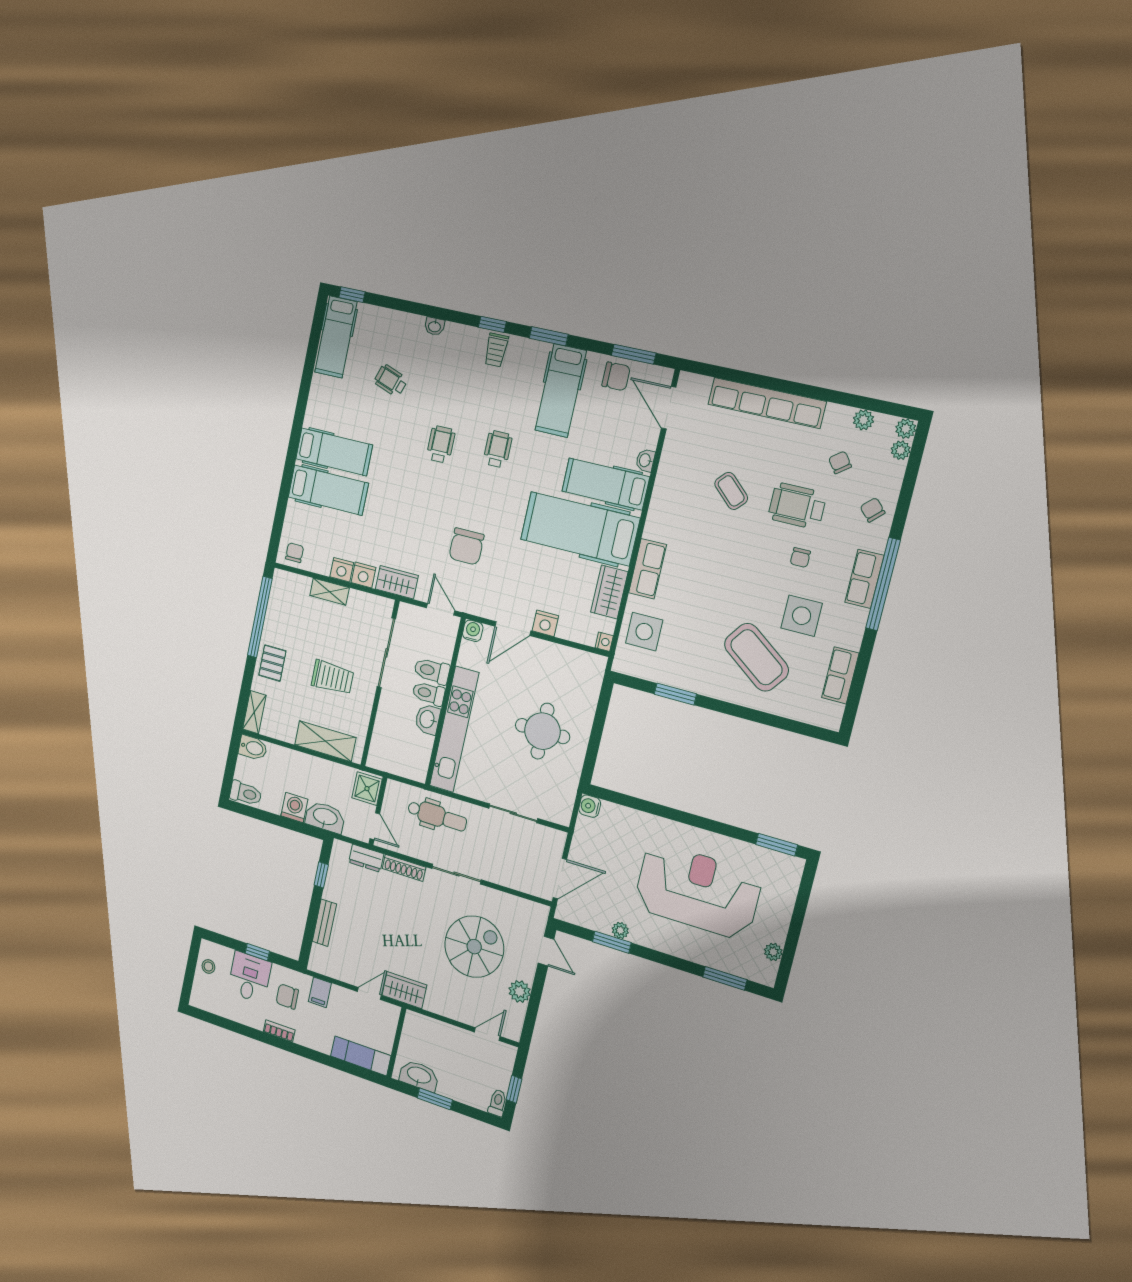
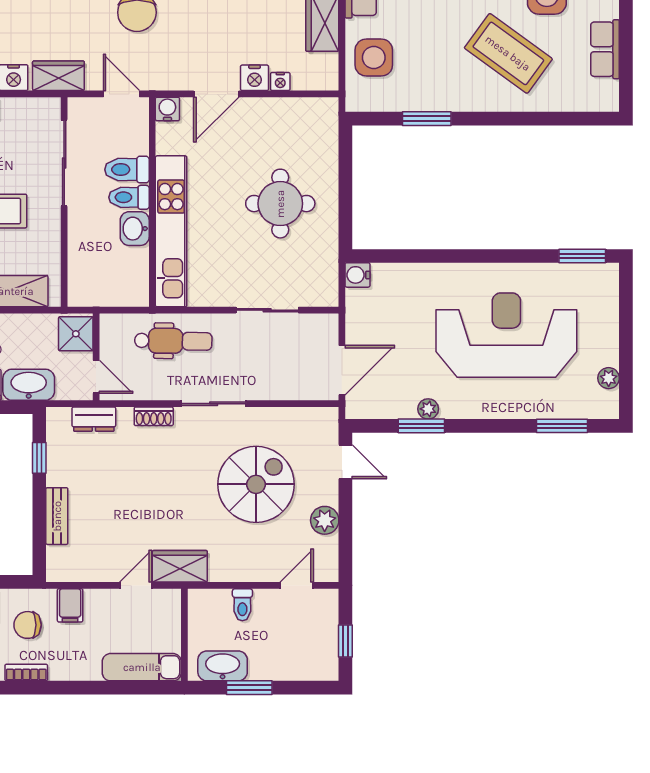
nightstand: (604, 642) -> (280, 81), moved, turned 90
shoe rack: (404, 868) -> (154, 416), width x0.70
toilet: (497, 1103) -> (242, 605), moved, turned 180

